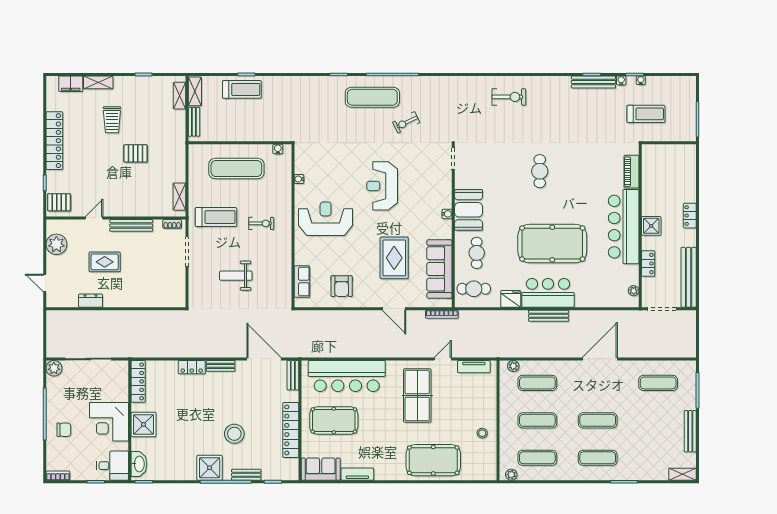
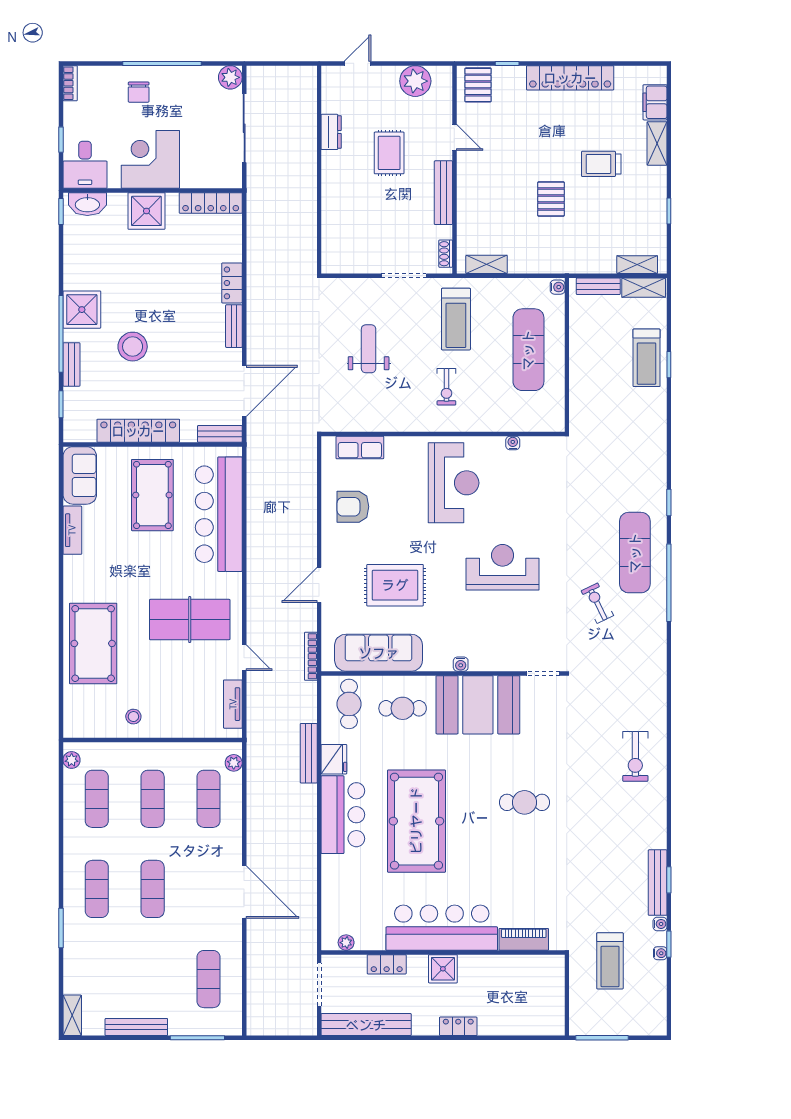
water cooler: (278, 149) -> (558, 287), moved
booth: (469, 210) -> (478, 705), width x1.36, depth x1.42
bench: (549, 316) -> (309, 753), moved

